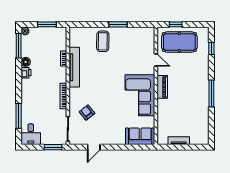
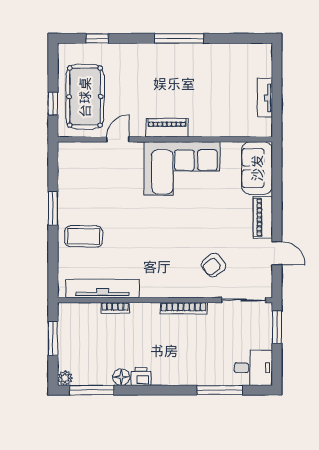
tv unit: (74, 67) -> (103, 289), moved
piano: (113, 140) -> (263, 217), added

